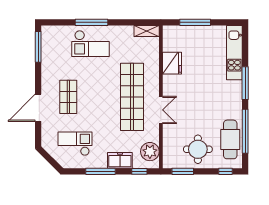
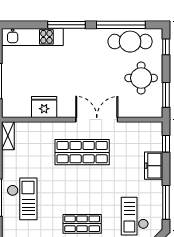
shop shelf: (132, 97) -> (82, 152), width x0.71
double door: (161, 110) -> (97, 120), width x1.37
plant: (150, 152) -> (144, 132), removed
window: (100, 171) -> (166, 202), moved

